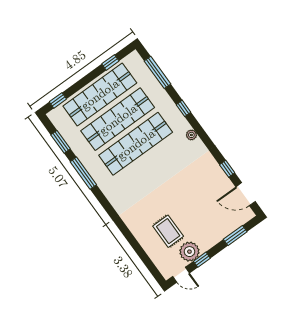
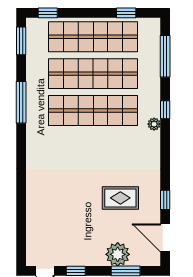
plant: (191, 135) -> (154, 124), moved
window: (61, 142) -> (21, 41), moved
rug: (168, 231) -> (120, 198), moved, turned 90
plant: (189, 252) -> (118, 254), moved

